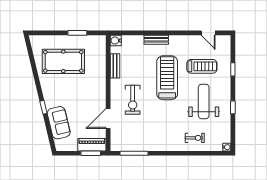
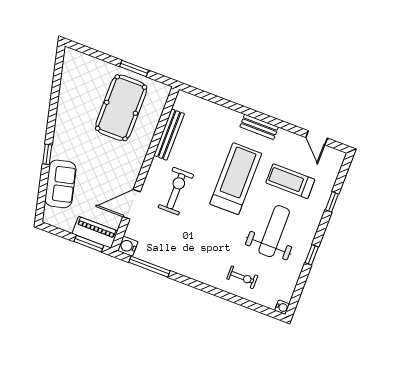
bench: (156, 40) -> (259, 127), moved
water cooler: (116, 41) -> (128, 246), moved
pool table: (63, 61) -> (121, 108), moved, turned 90
bench: (115, 66) -> (169, 135), width x1.36
treadmill: (202, 66) -> (290, 181), turned 180
exercise bike: (133, 100) -> (176, 191), turned 180

